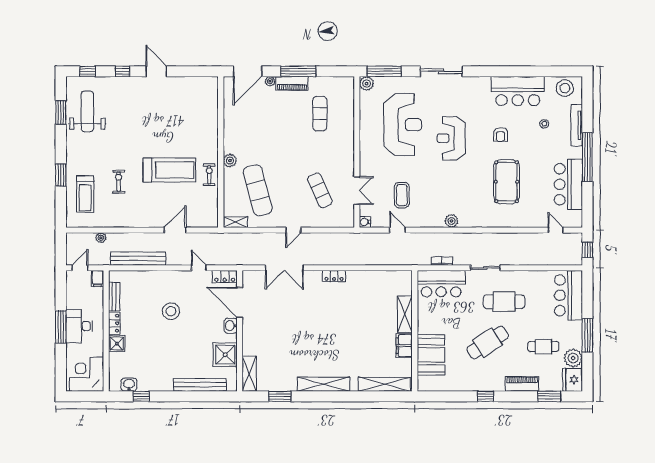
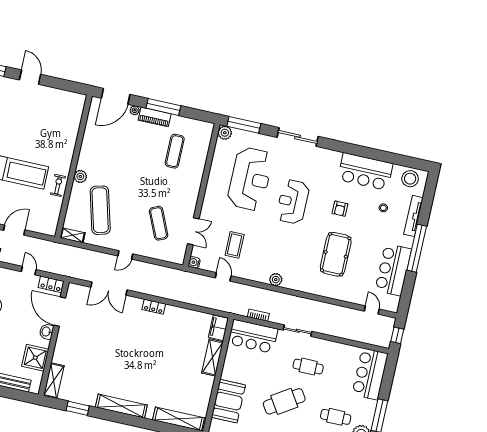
cafe table: (504, 302) -> (308, 367), width x0.73, depth x0.74
filing cabinet: (404, 346) -> (218, 328), moved

